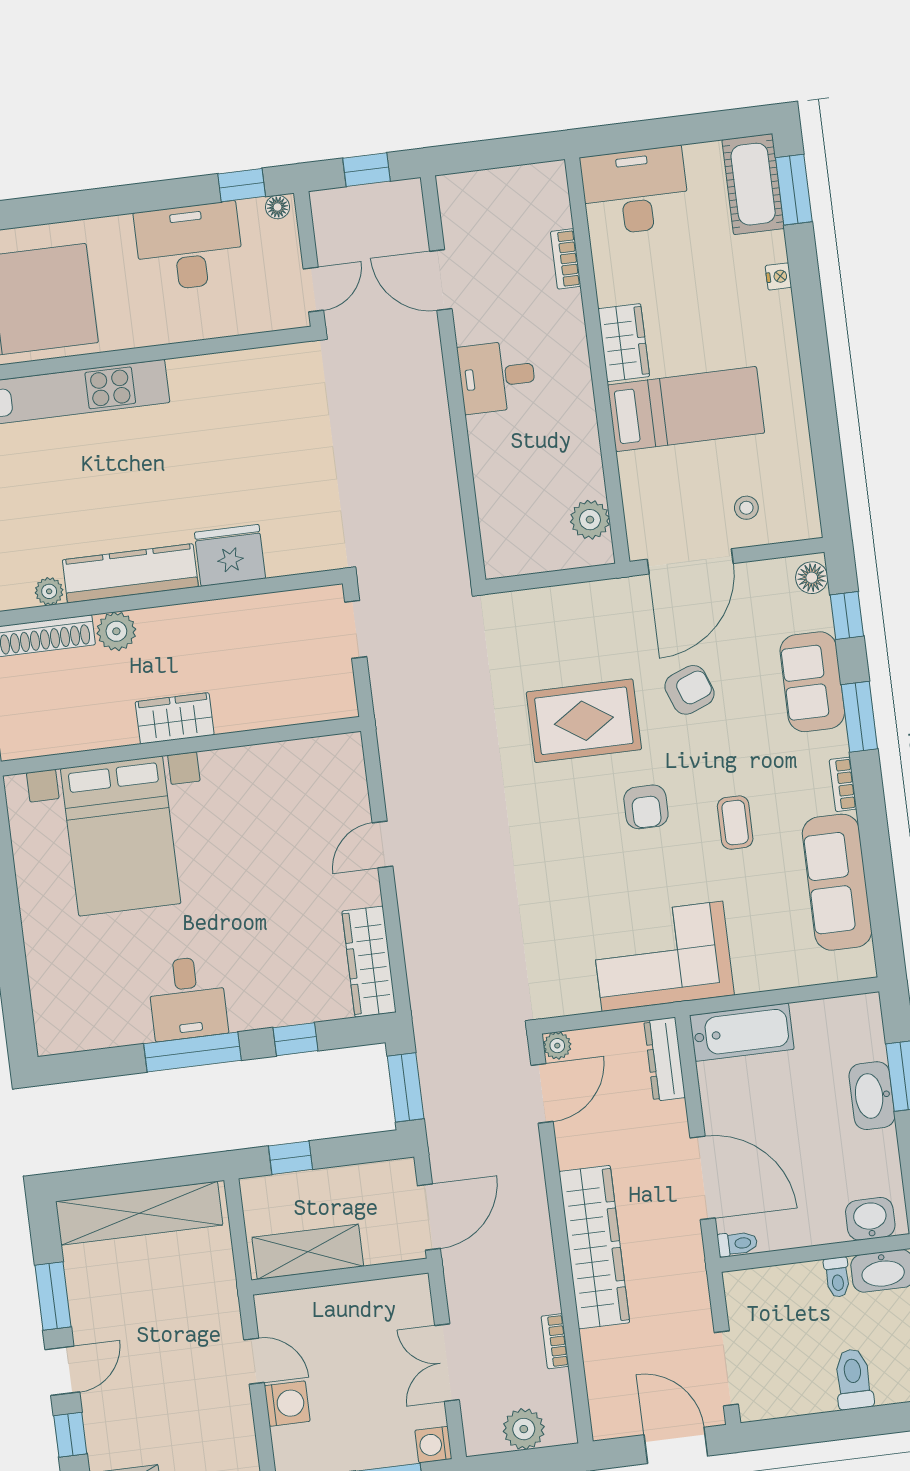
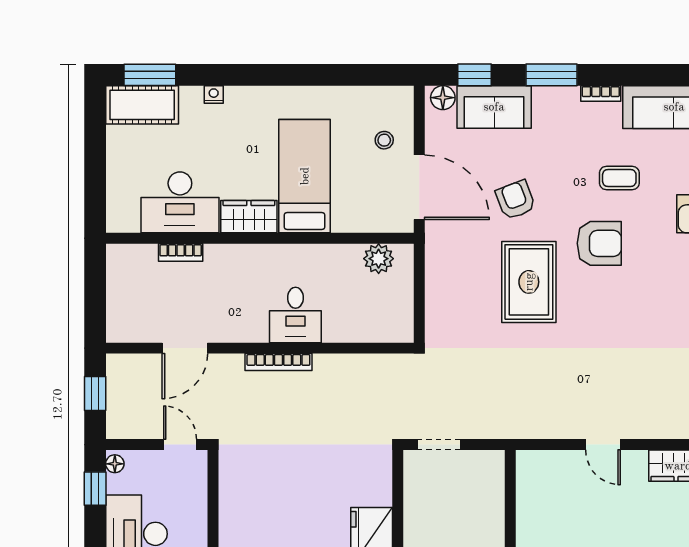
desk: (635, 191) -> (180, 202), moved, turned -90
desk: (497, 377) -> (295, 315), moved
bookcase: (438, 405) -> (278, 362), added
sofa: (812, 682) -> (494, 107), moved
armchair: (646, 807) -> (599, 243), width x1.38, depth x1.38

